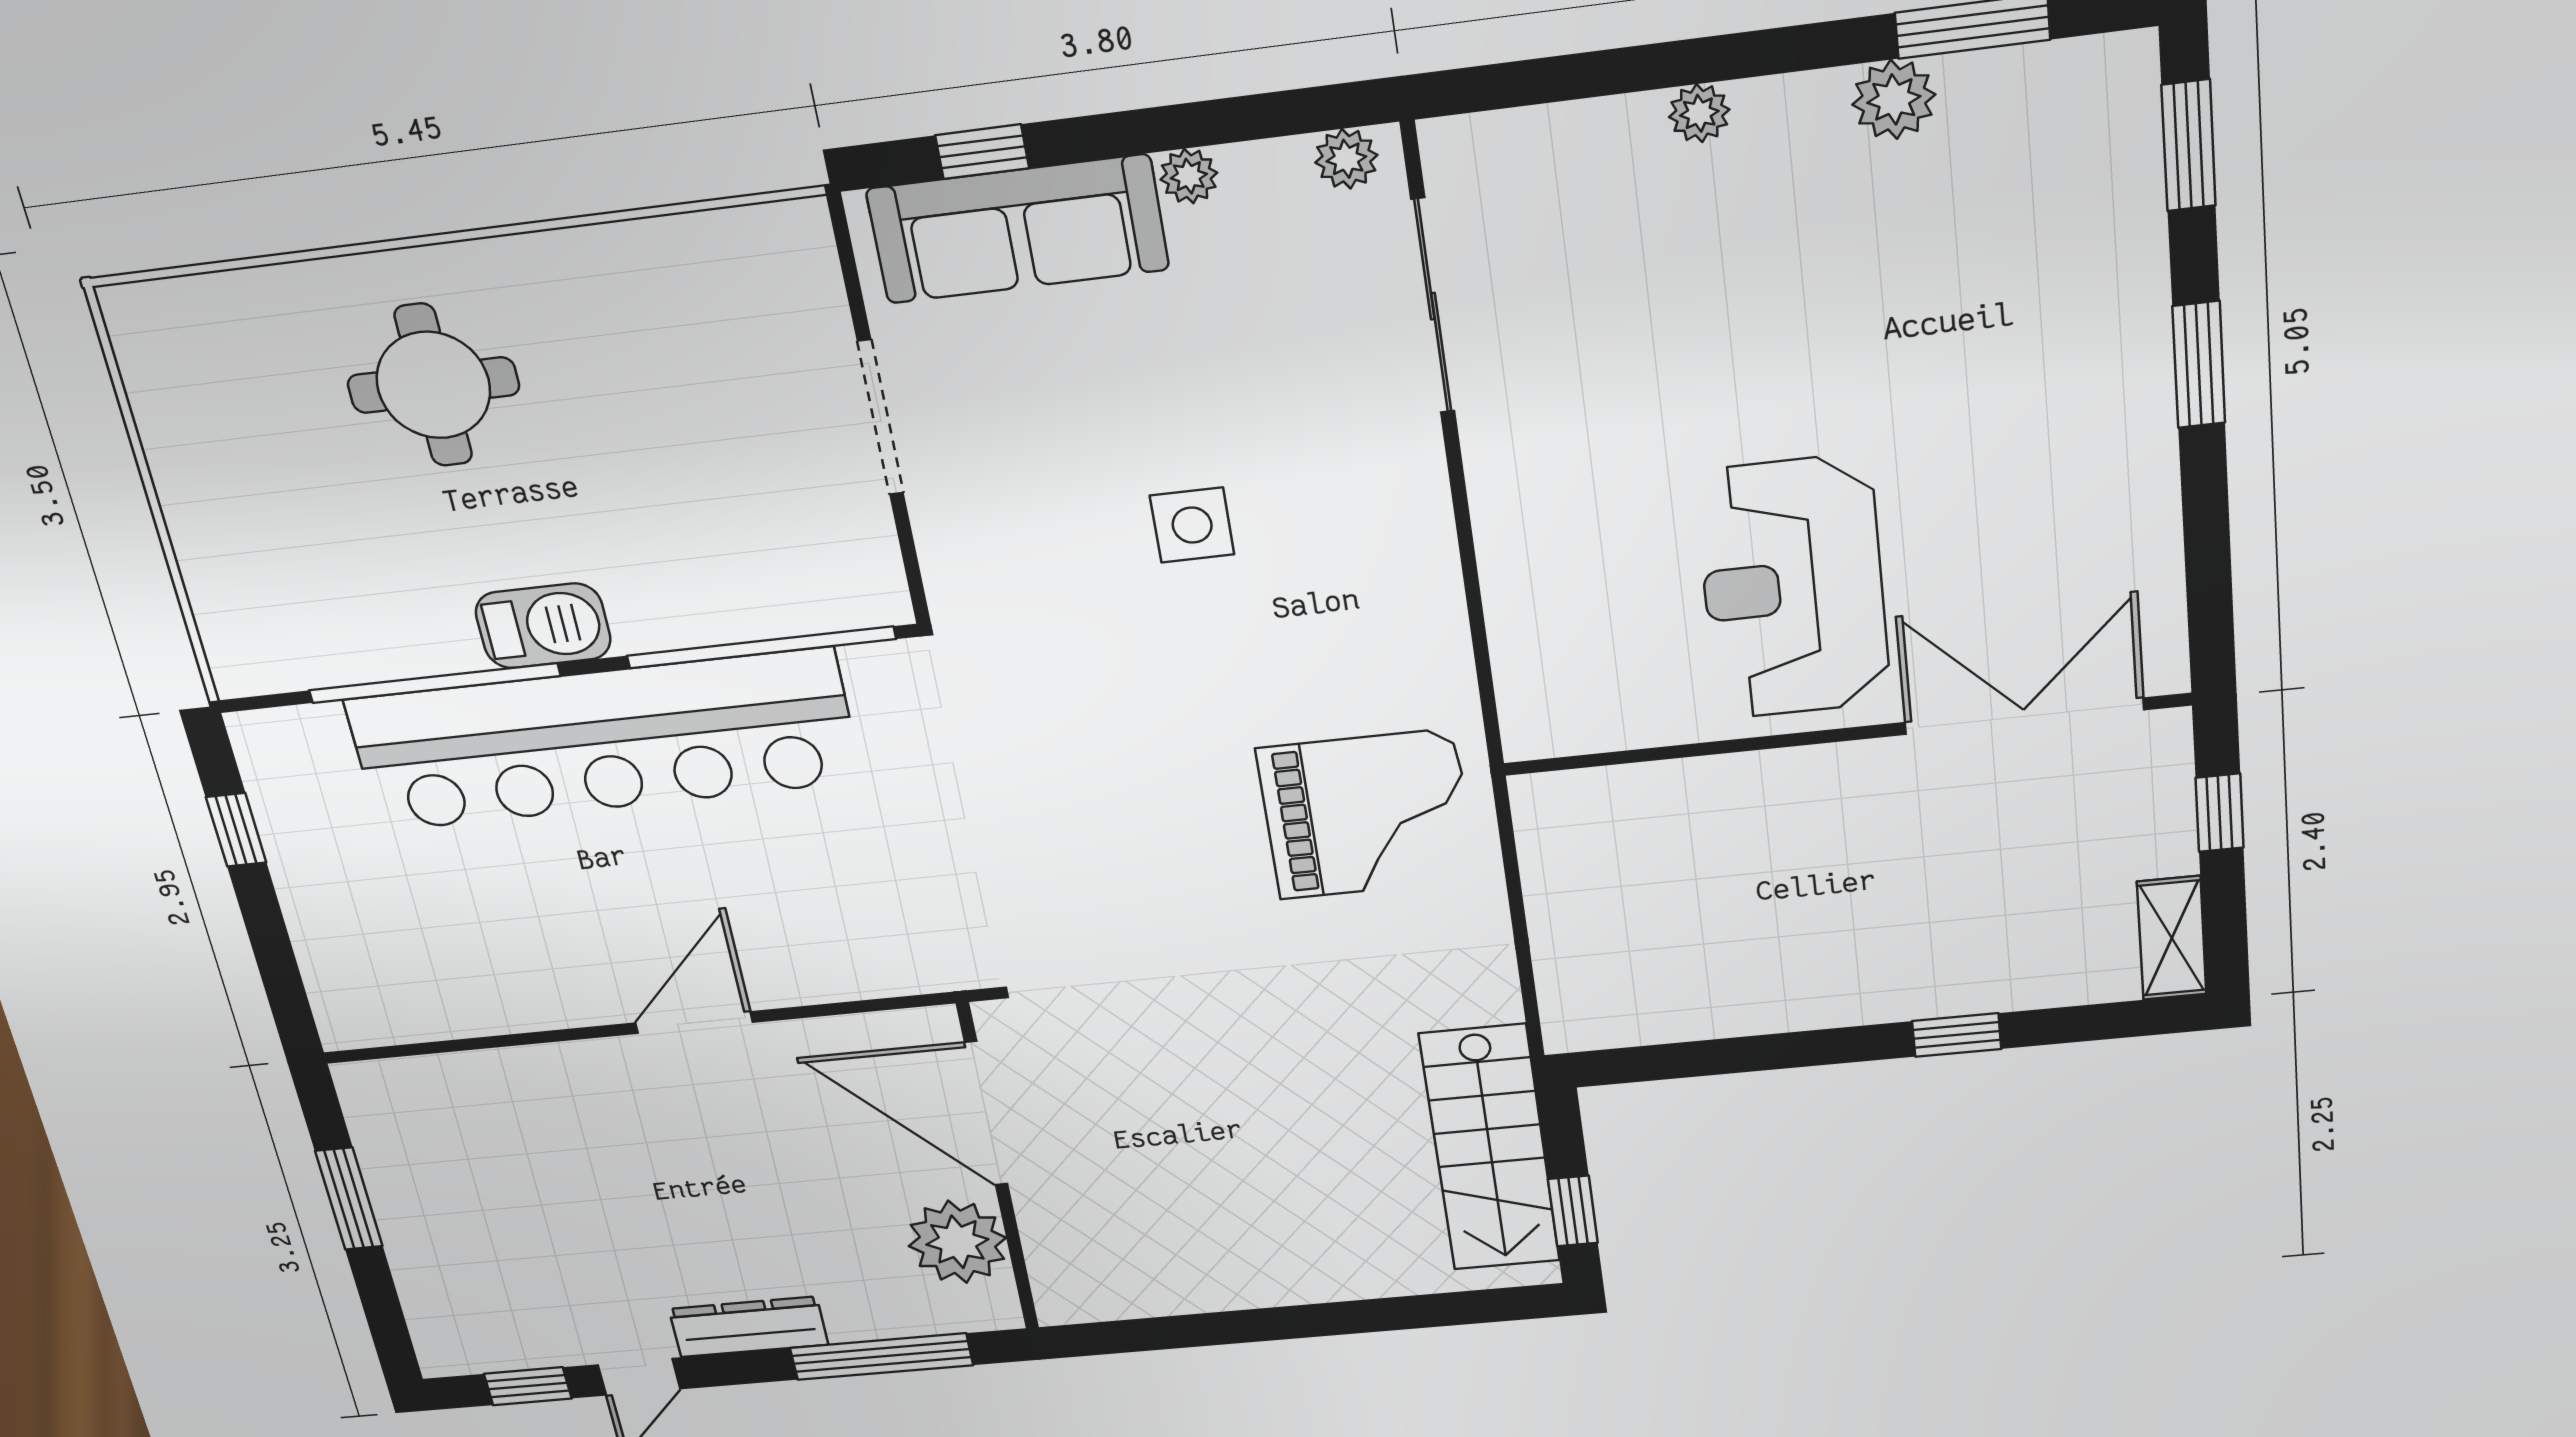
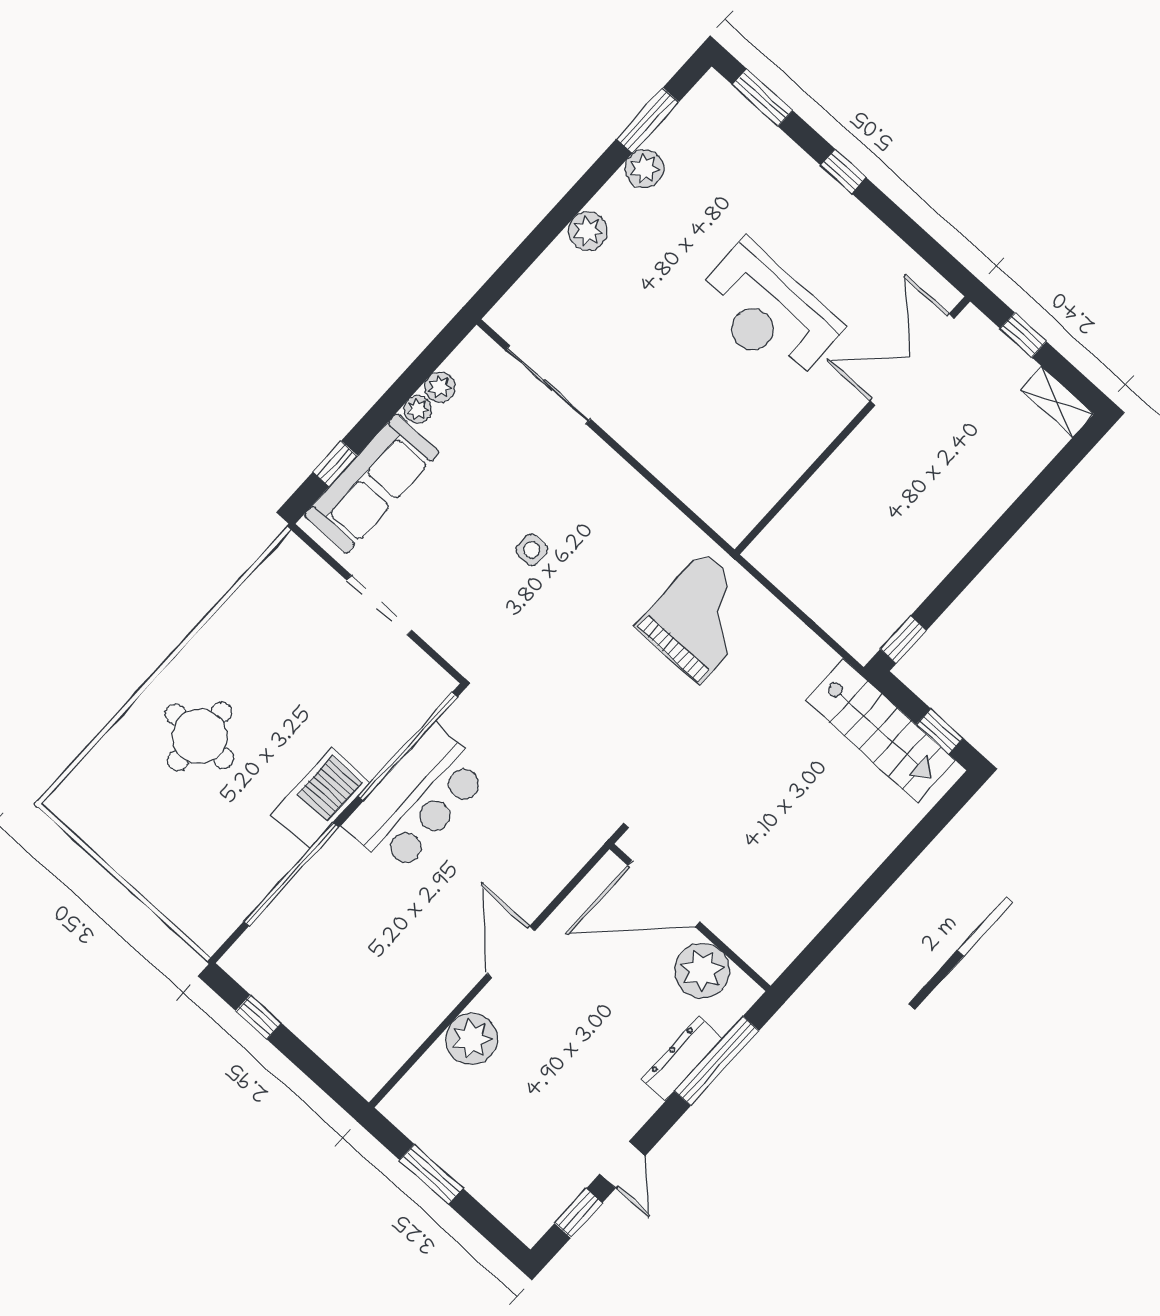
plant: (1699, 113) -> (588, 231), width x1.38, depth x1.38
plant: (1346, 159) -> (440, 387), moved
window: (2199, 365) -> (843, 171), width x0.67
side table: (1192, 525) -> (532, 550), width x0.73, depth x0.73
reception desk: (1793, 588) -> (768, 313), moved
barbecue: (543, 626) -> (321, 798), width x1.37, depth x1.21
bar counter: (603, 740) -> (417, 799), width x0.54
window: (1957, 1035) -> (903, 640), moved
plant: (544, 1084) -> (472, 1039), added
dresser: (748, 1327) -> (682, 1059), moved

